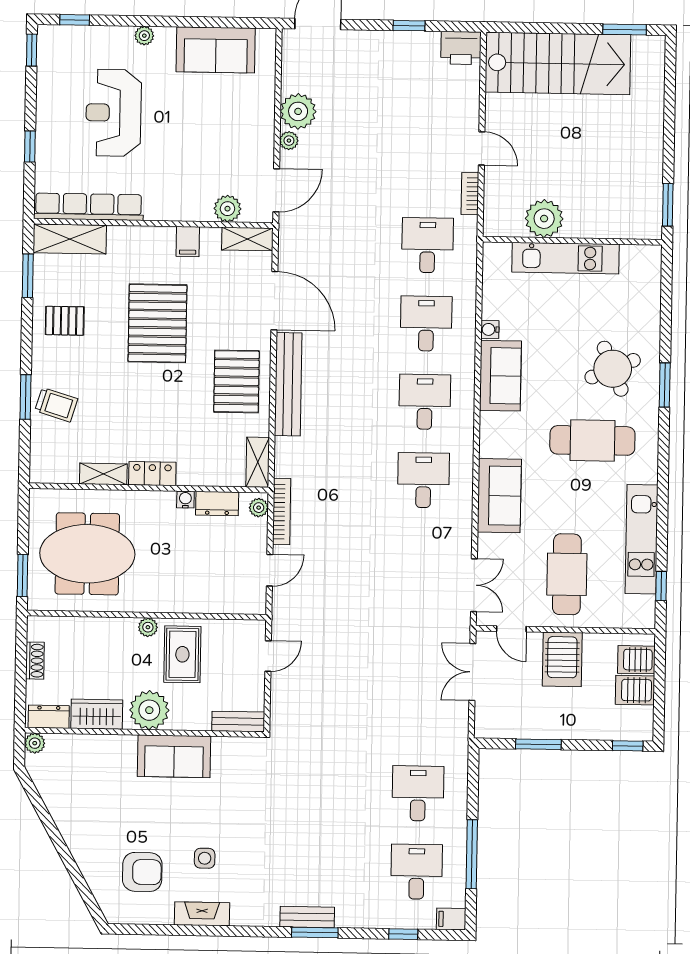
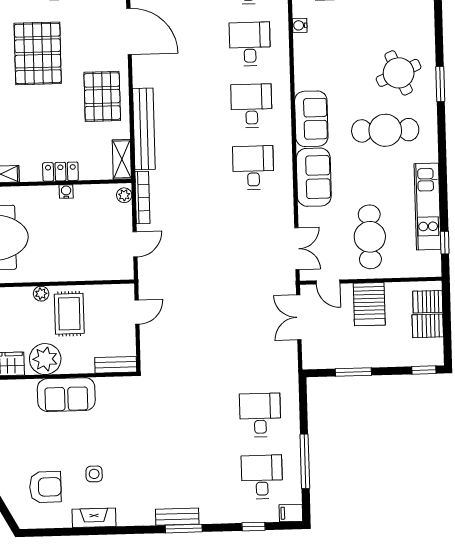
water cooler: (490, 329) -> (300, 25), moved
sofa: (500, 376) -> (311, 119), moved
bench: (288, 384) -> (144, 129), moved
locker: (152, 474) -> (60, 172), moved
dresser: (217, 503) -> (91, 193), removed

